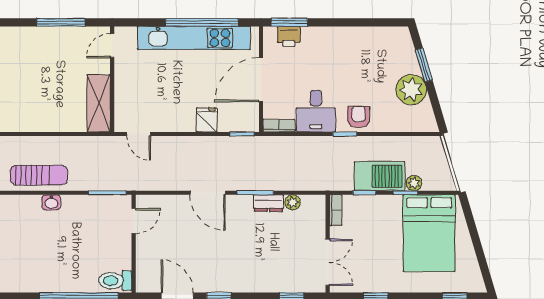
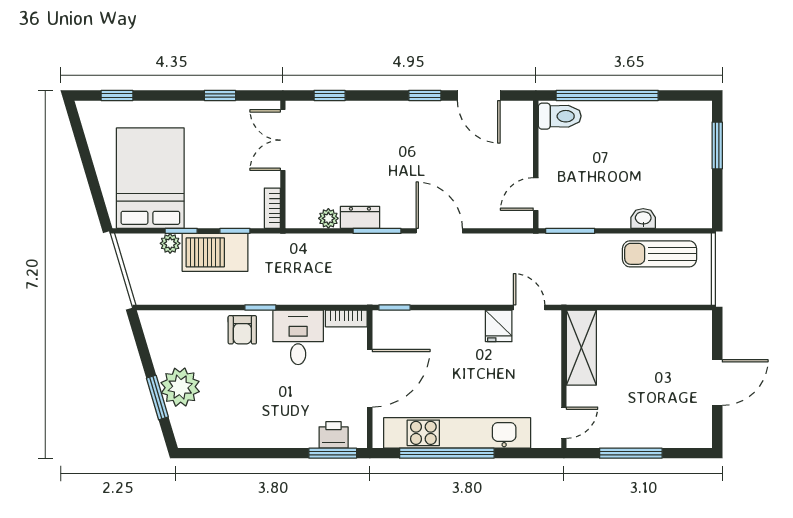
plant: (411, 90) -> (180, 387), moved
fridge: (207, 120) -> (499, 326), moved

